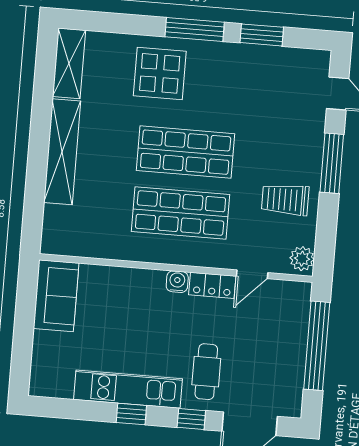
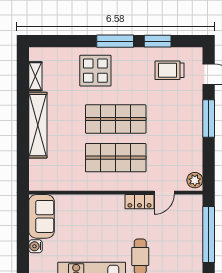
shelving: (69, 63) -> (35, 76), width x0.67, depth x0.75
trolley: (285, 200) -> (170, 70), moved
water cooler: (177, 282) -> (36, 246), moved, turned -90

